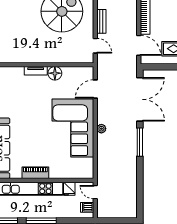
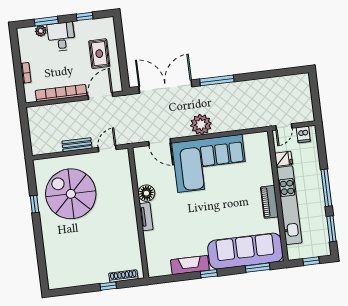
plant: (101, 129) -> (201, 124), width x1.88, depth x1.88

